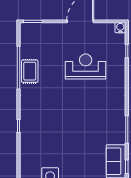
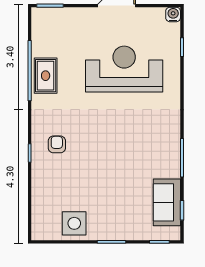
reception desk: (86, 66) -> (124, 69), width x1.36, depth x1.30
armchair: (38, 120) -> (57, 144), added

